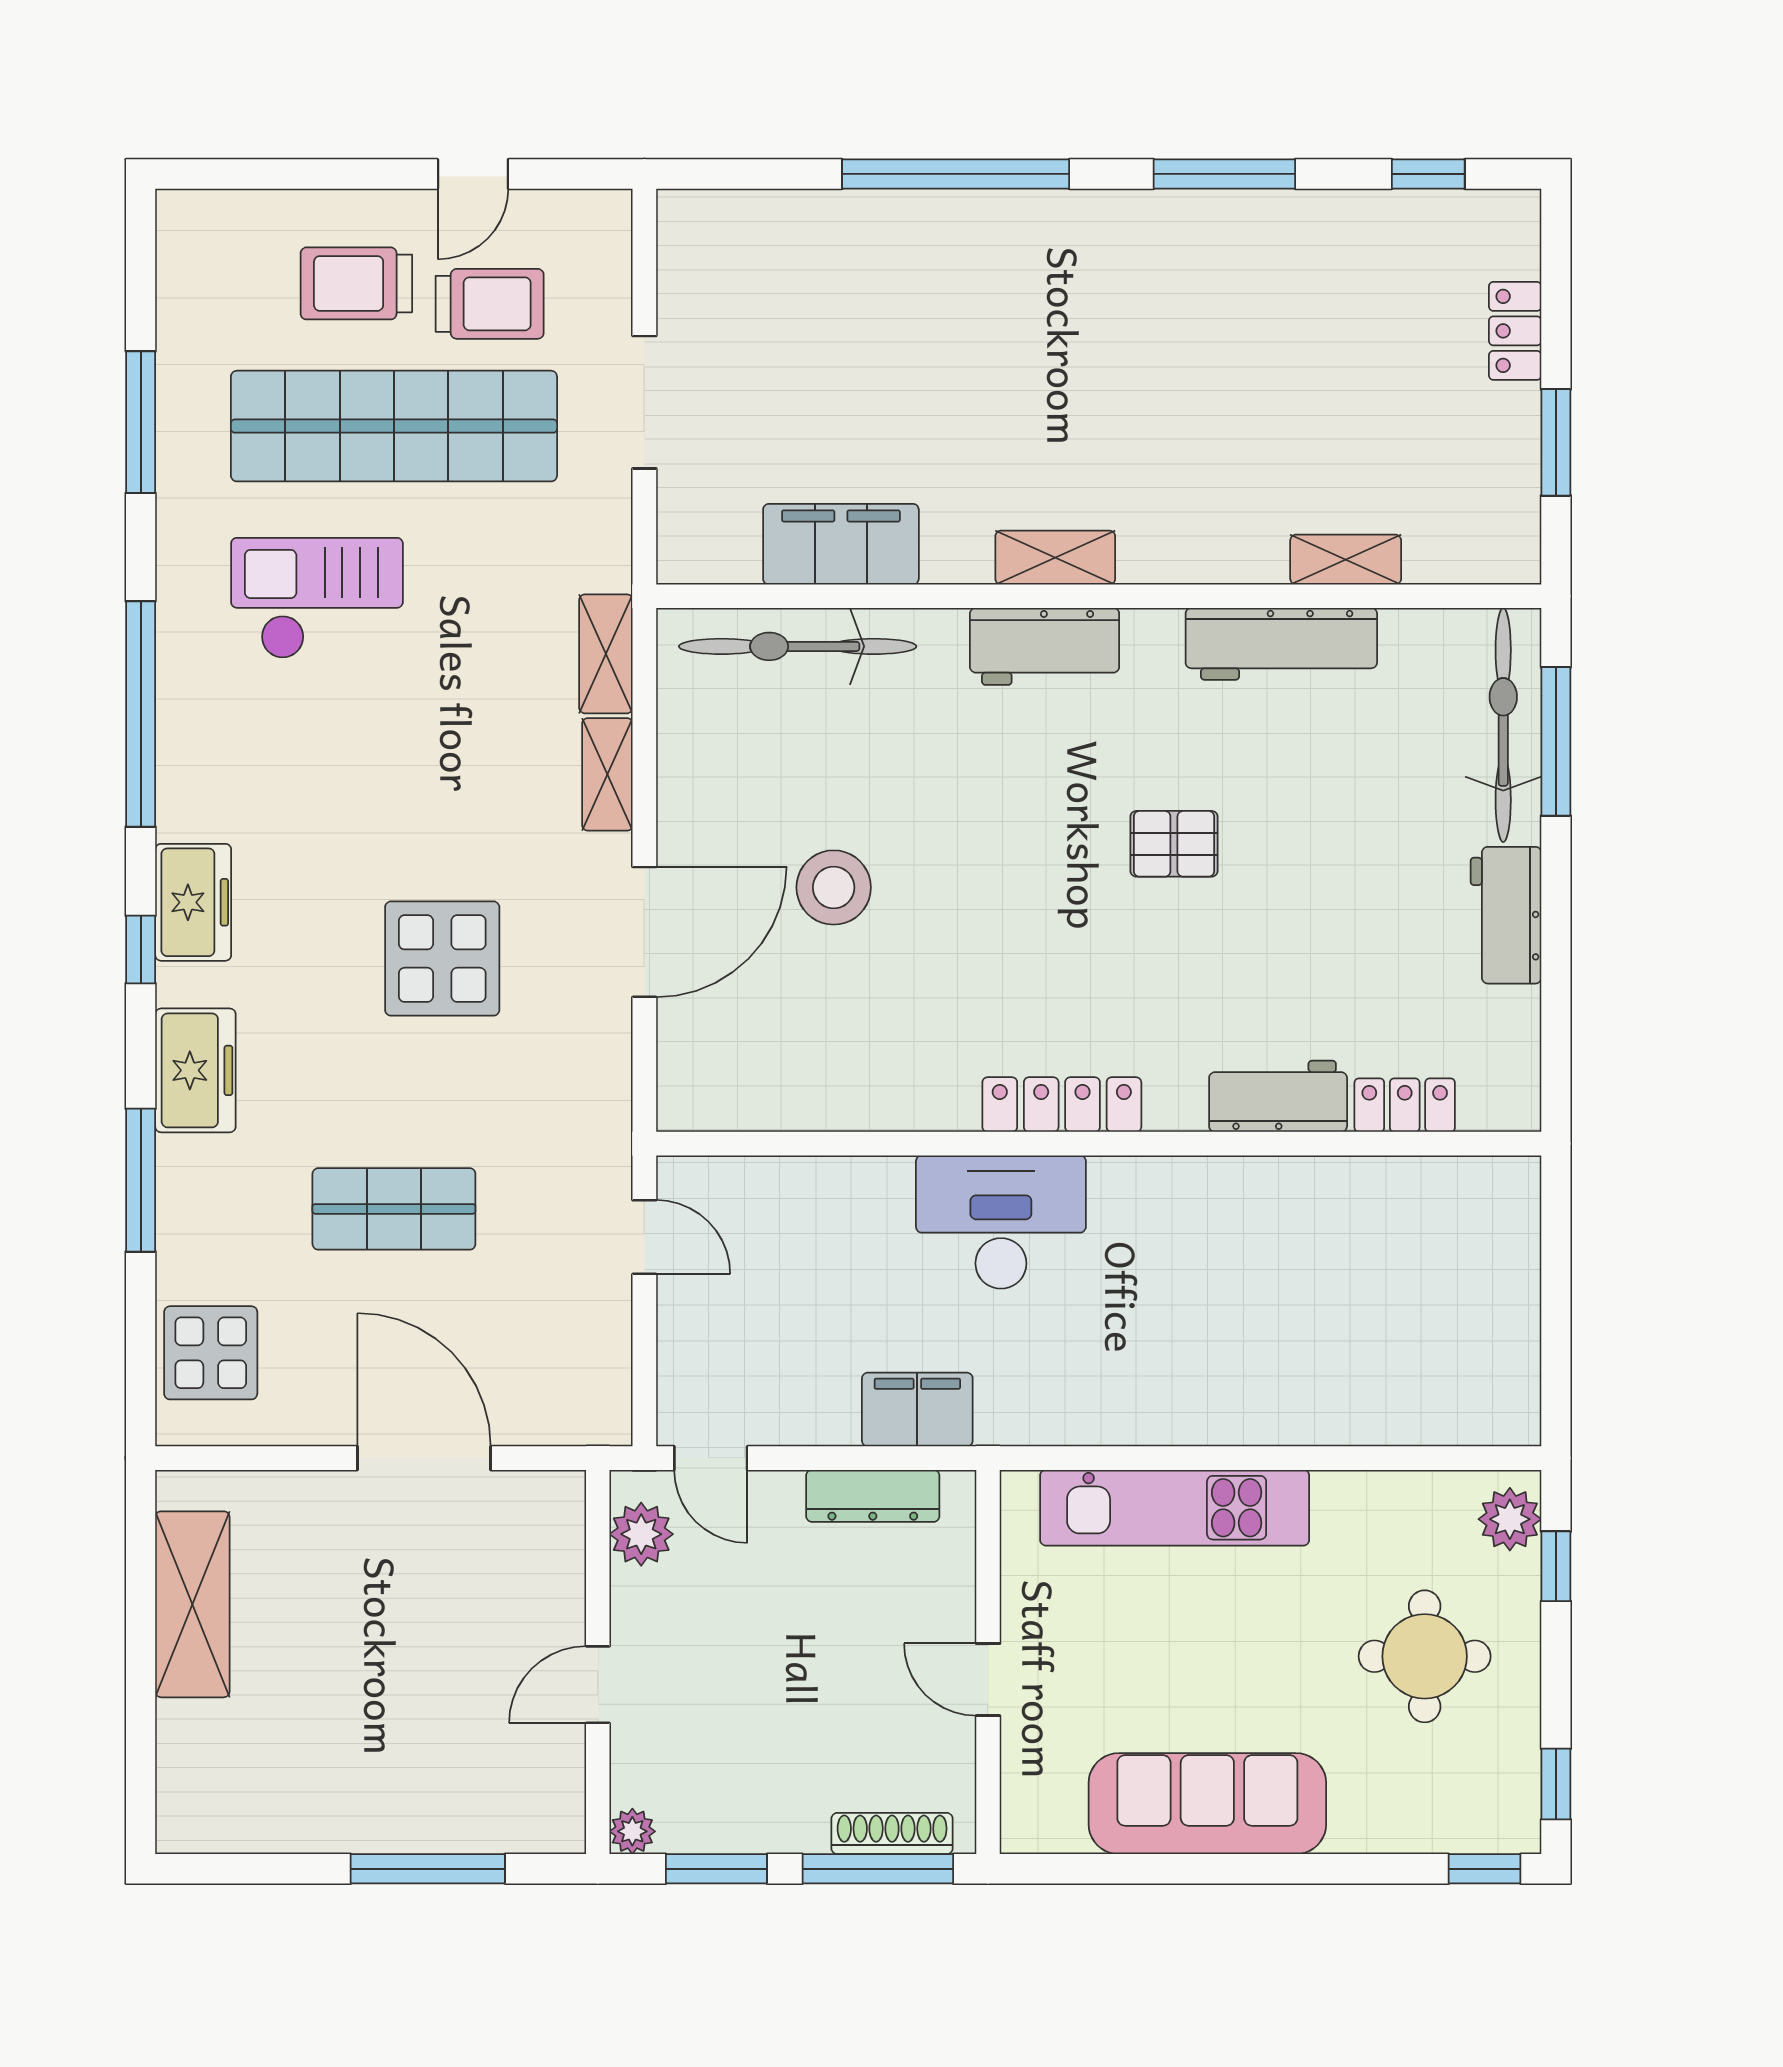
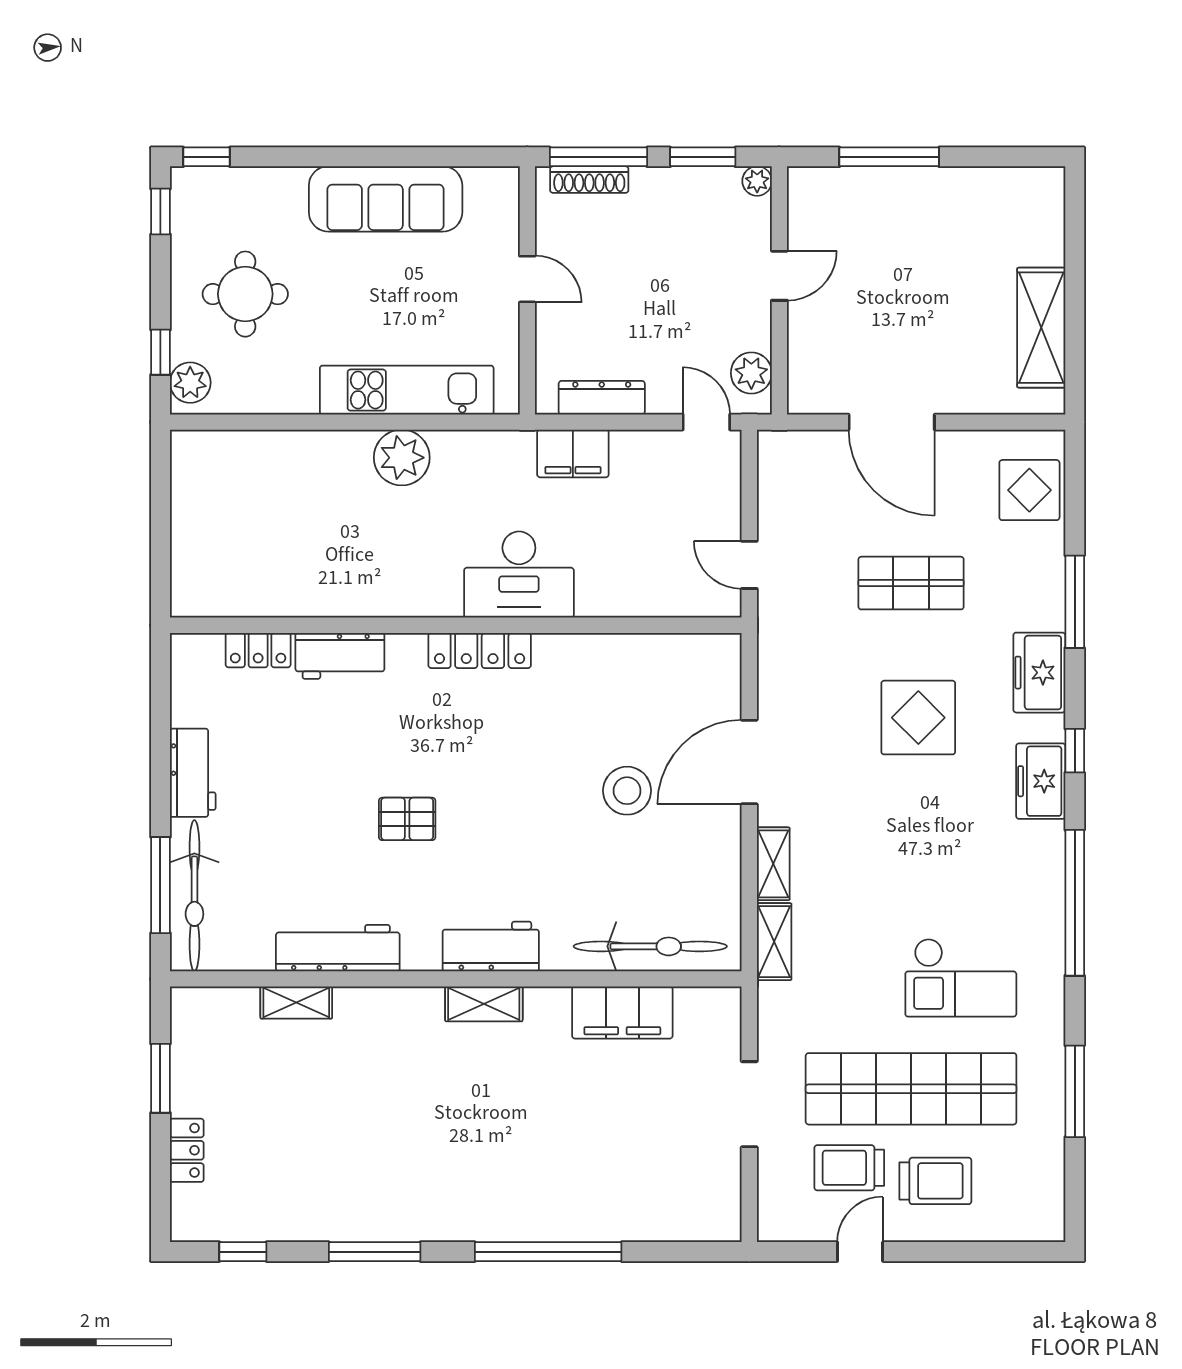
display table: (442, 959) -> (918, 718), moved
plant: (1182, 1403) -> (402, 458), added

